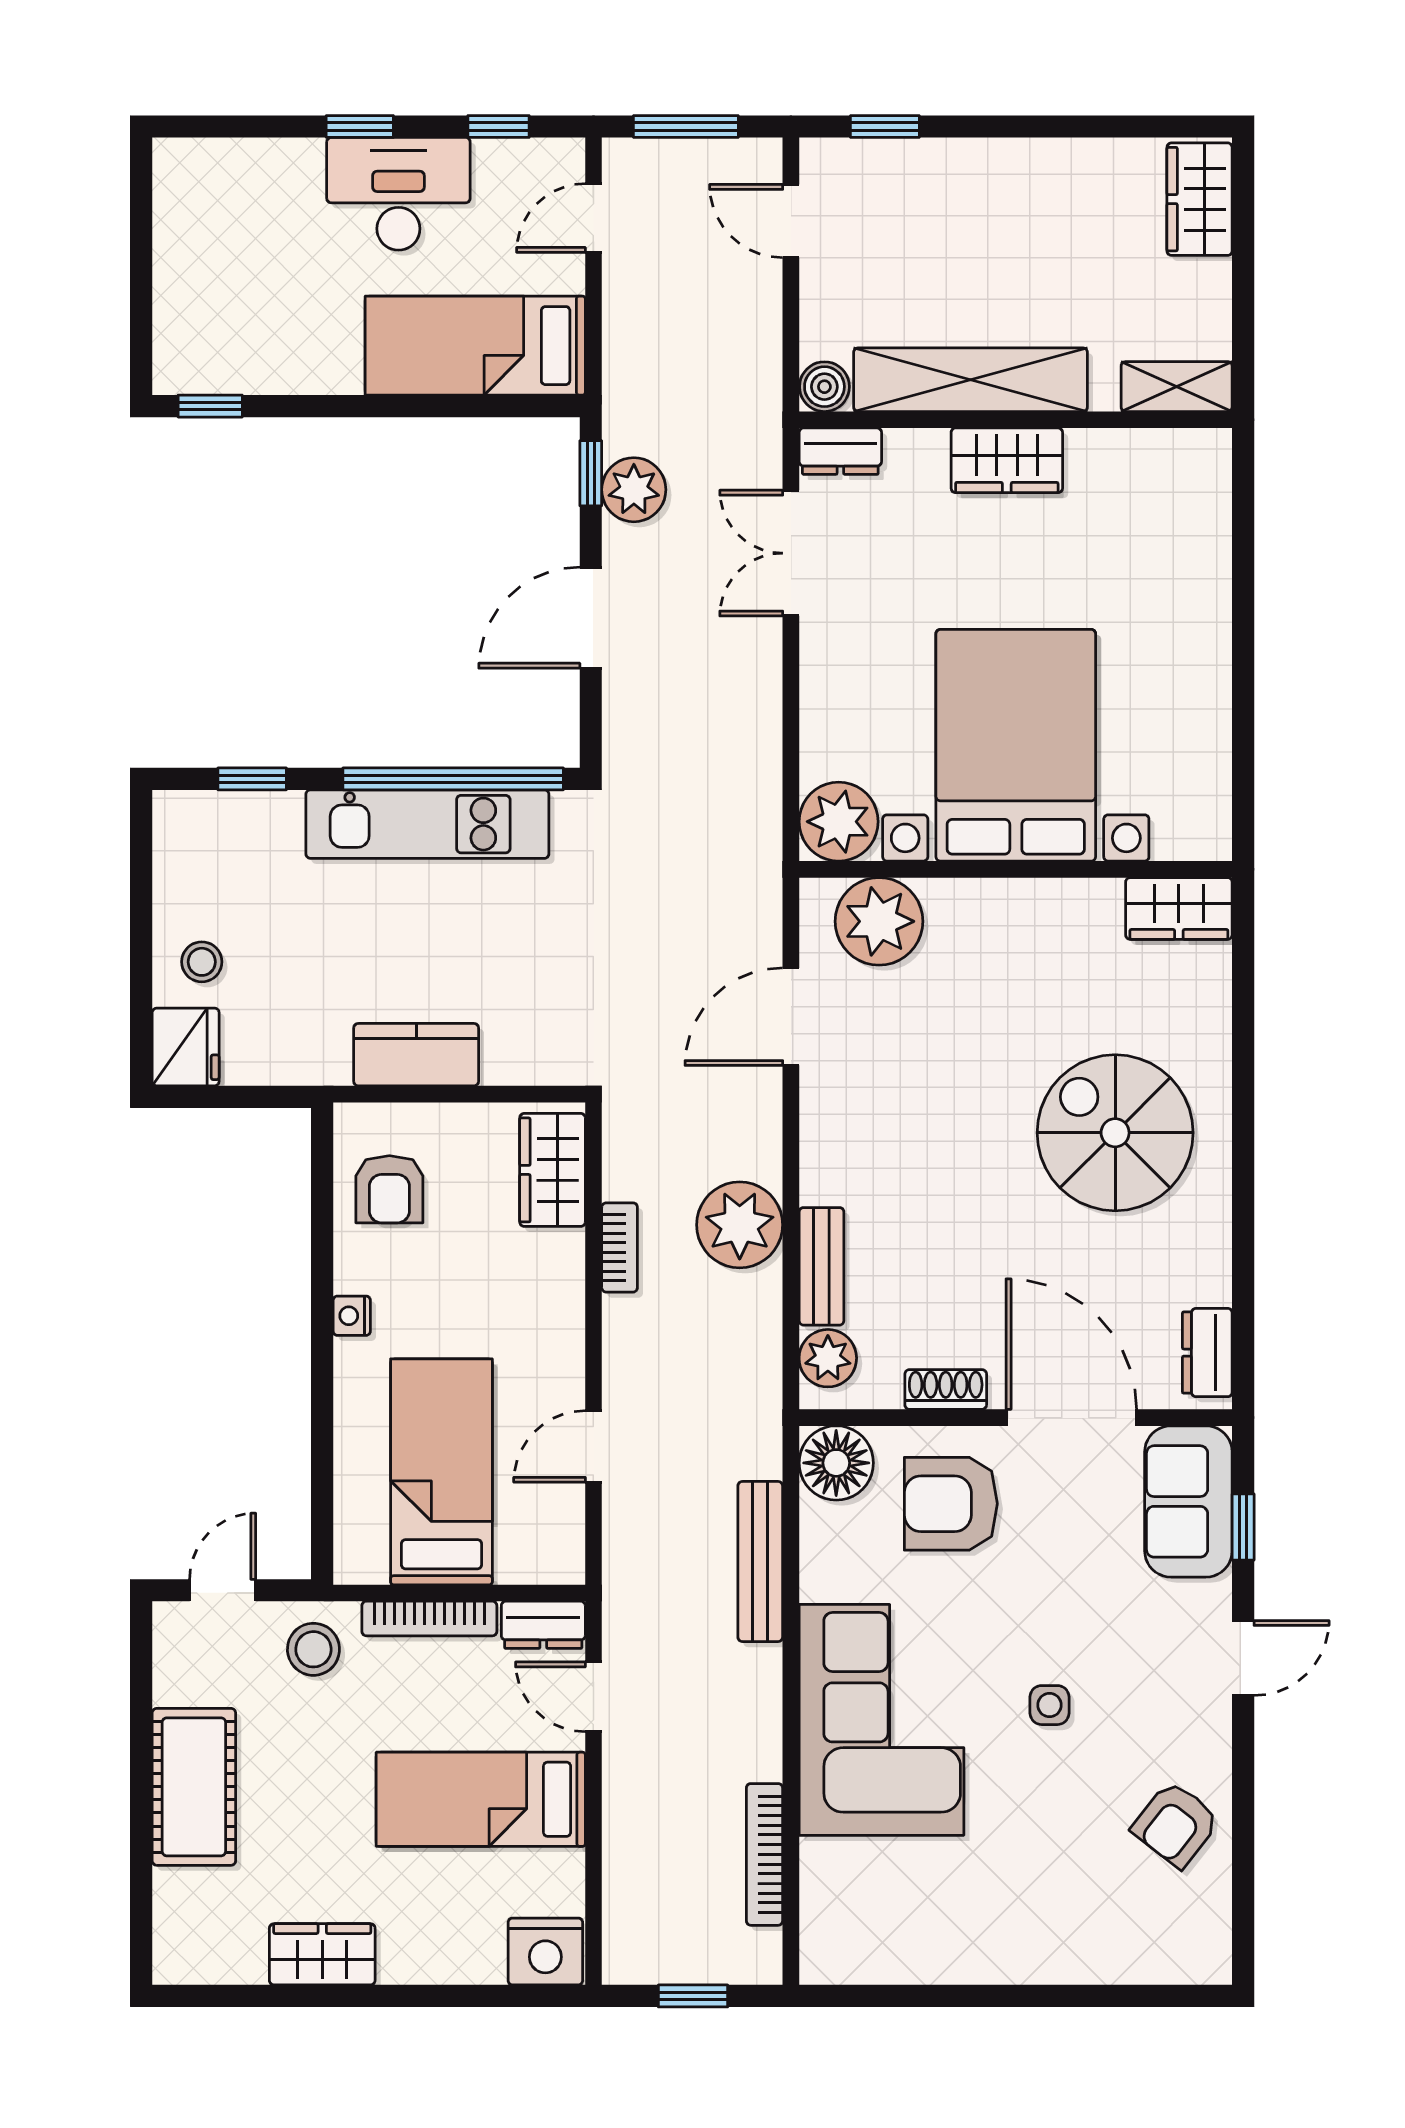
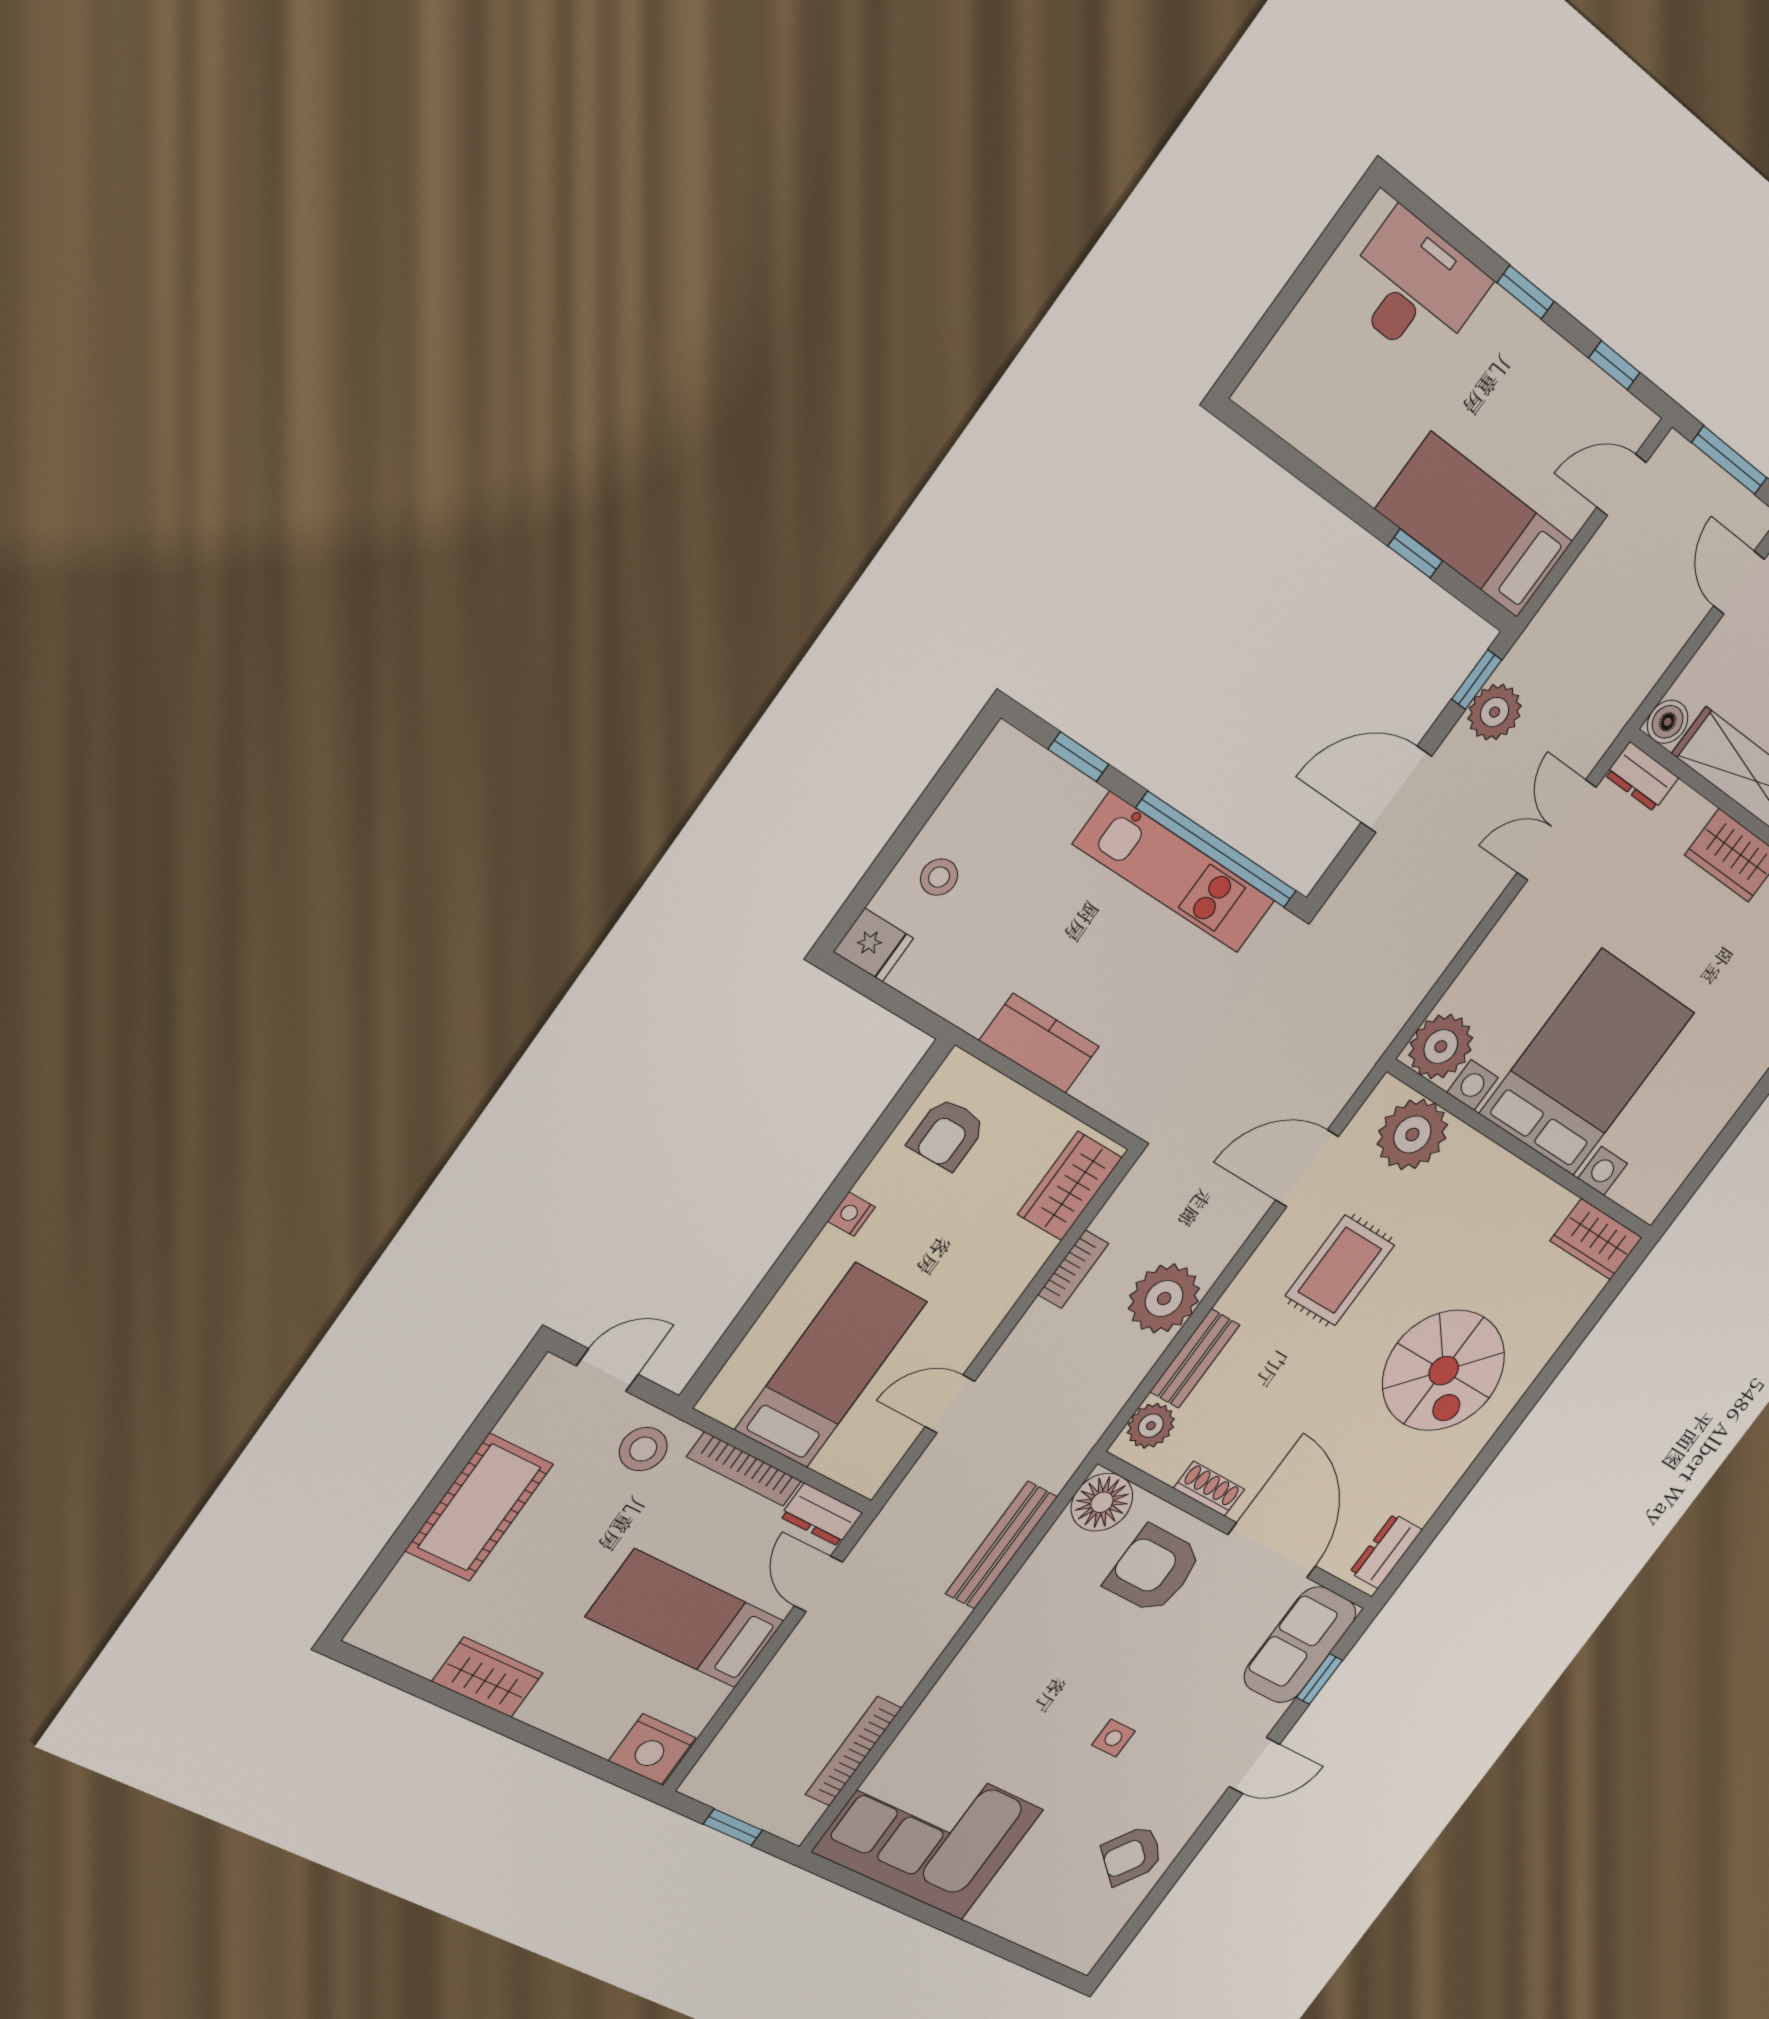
desk: (398, 194) -> (1414, 288), moved
window: (210, 406) -> (1415, 554), moved
fridge: (186, 1047) -> (873, 945), width x0.72
rug: (911, 1096) -> (1340, 1270), added
spiral stairs: (1115, 1133) -> (1444, 1371), turned 180
corner sofa: (881, 1720) -> (928, 1831), moved, turned -90

